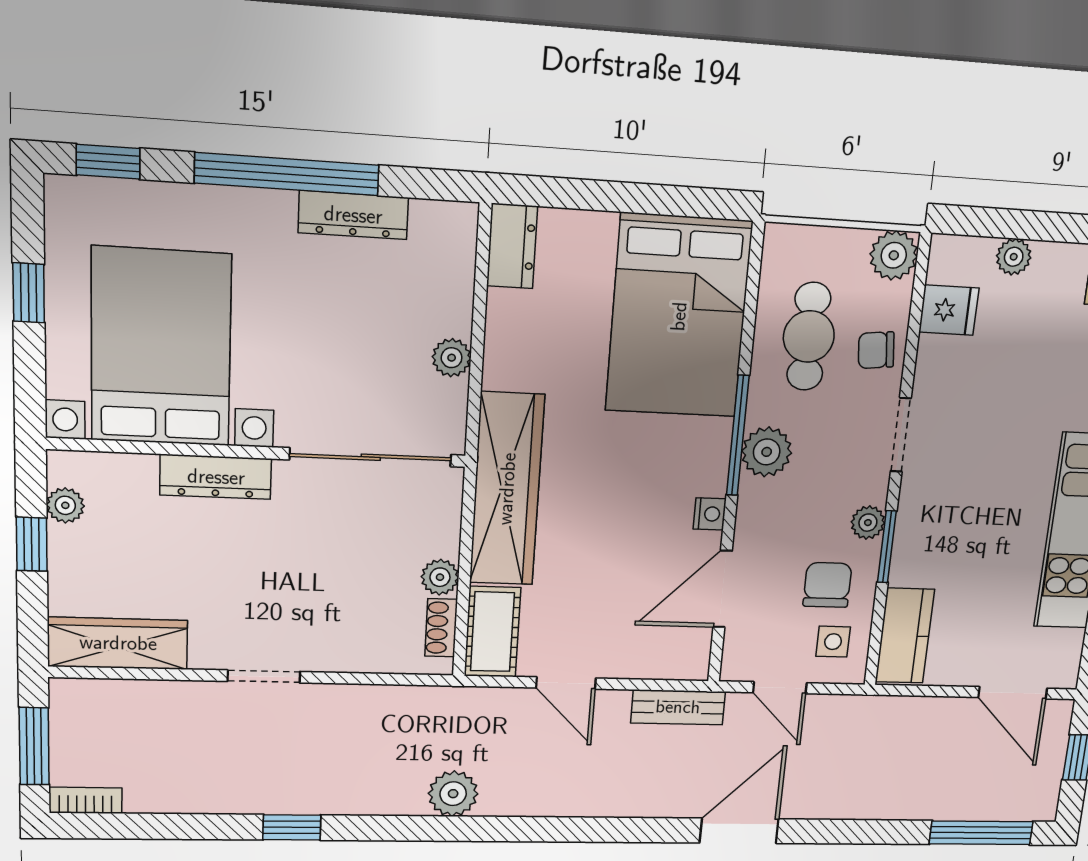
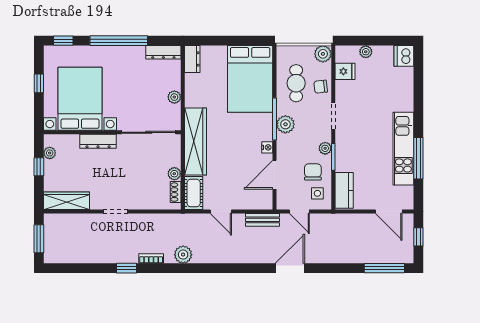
dresser: (353, 215) -> (163, 52), moved
bookcase: (86, 800) -> (151, 259), moved

